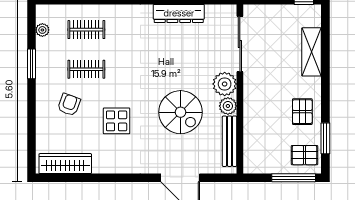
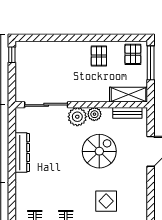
shelving: (312, 52) -> (128, 95), moved
pallet: (302, 112) -> (99, 56), turned 90
window: (325, 138) -> (120, 38), removed
bench: (229, 141) -> (127, 113), width x0.73

